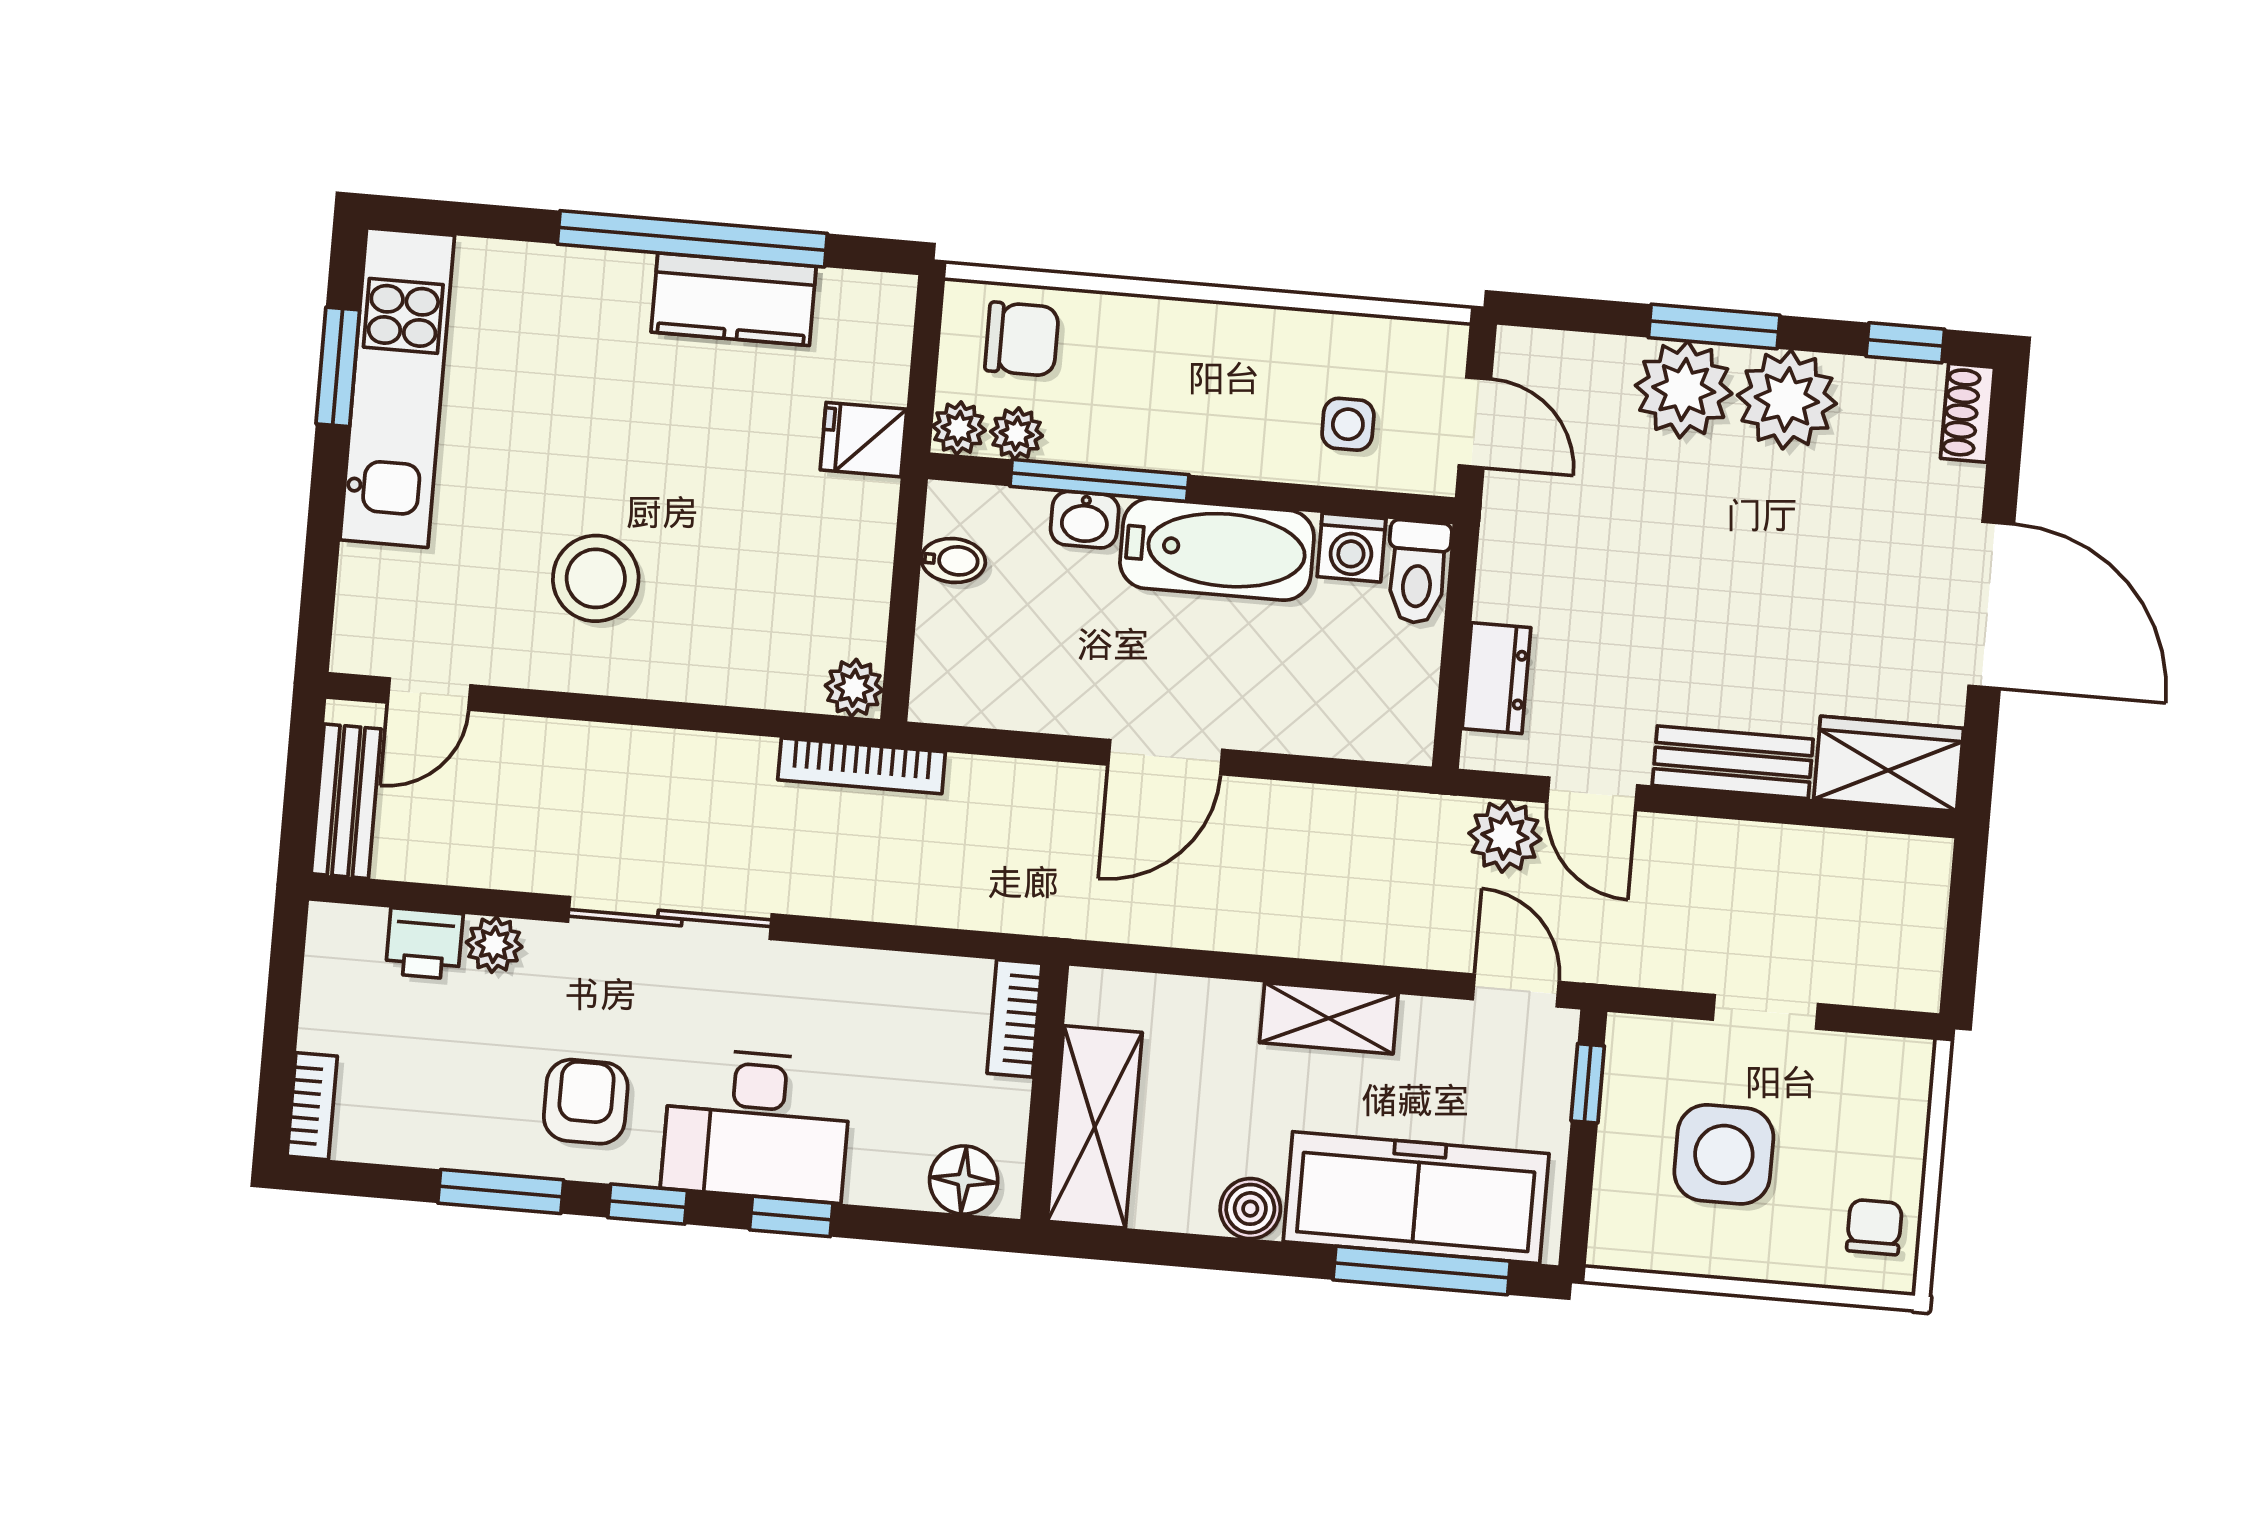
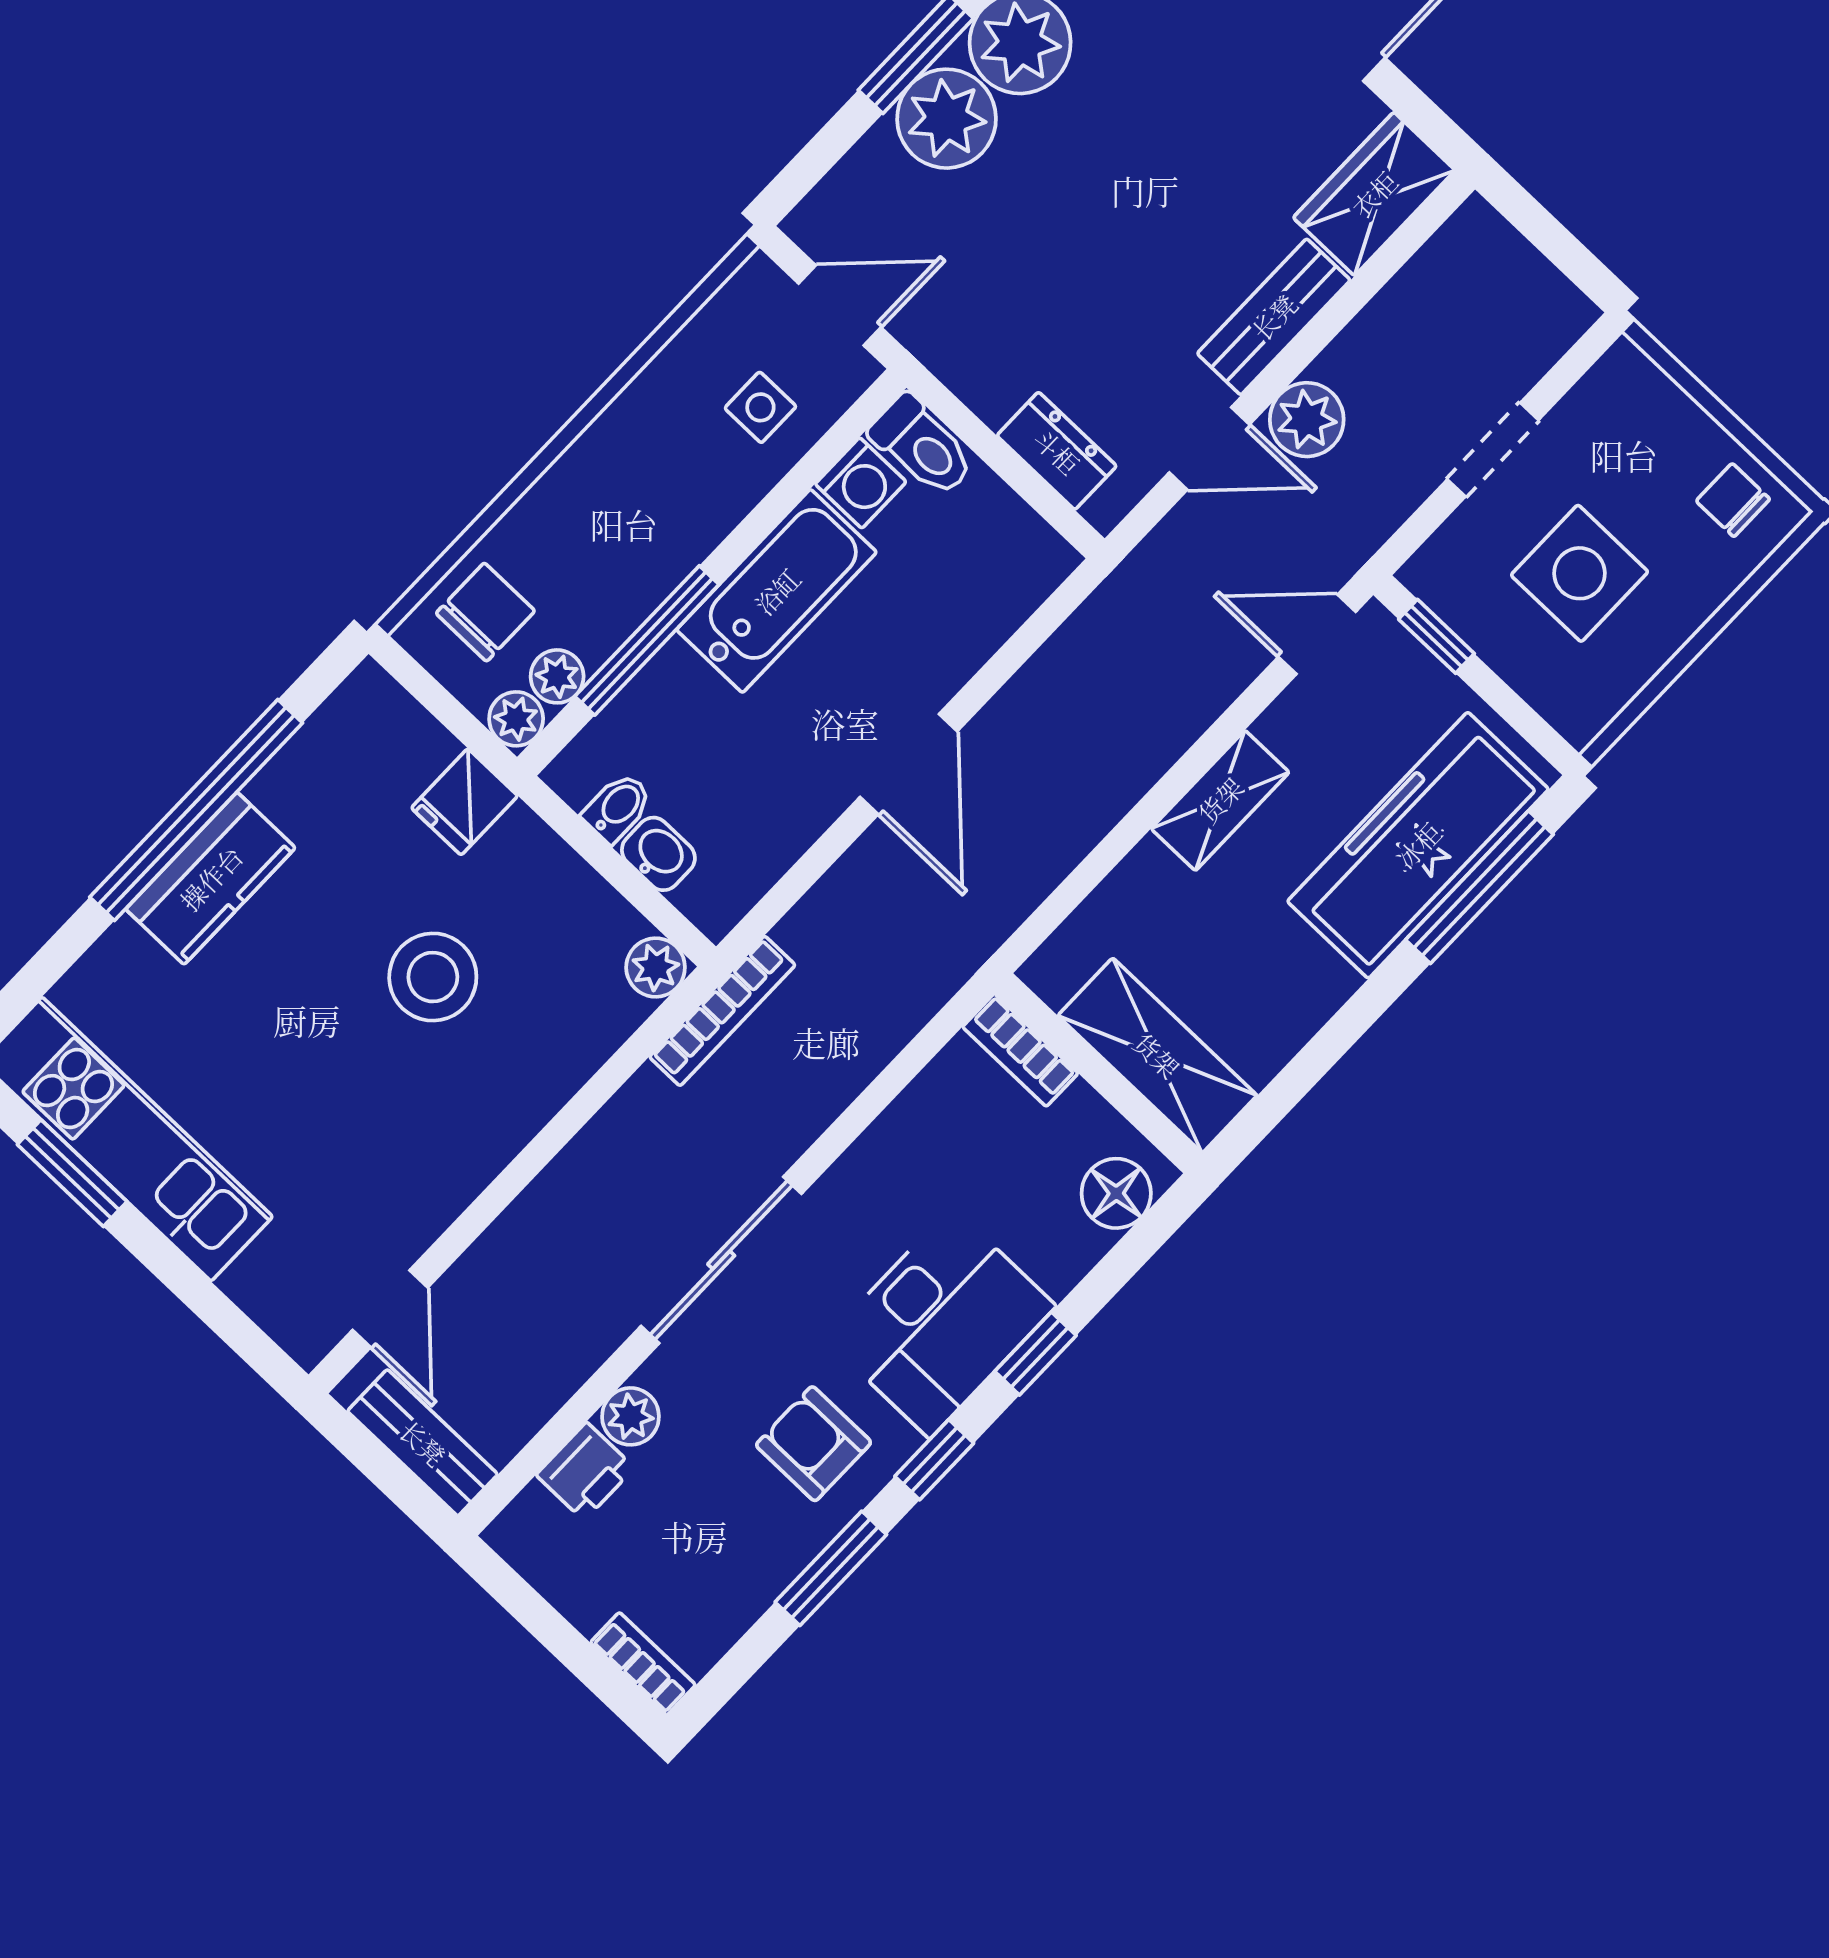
kitchen counter: (734, 299) -> (211, 878), moved
washbasin: (1085, 520) -> (658, 854), moved, turned -90
stool: (596, 578) -> (433, 977), moved
plant: (1505, 836) -> (1307, 420), moved
boiler: (1250, 1209) -> (1321, 984), removed

